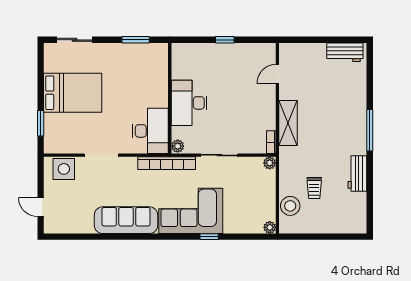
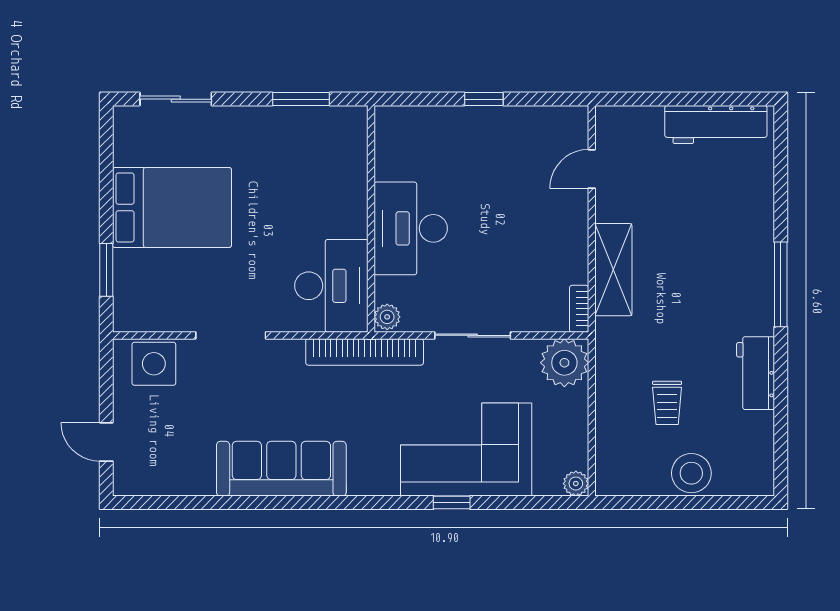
workbench: (345, 52) -> (716, 125), width x1.38
plant: (270, 163) -> (564, 363), width x1.88, depth x1.88
stool: (290, 206) -> (691, 473), moved
corner sofa: (191, 211) -> (466, 450), moved

